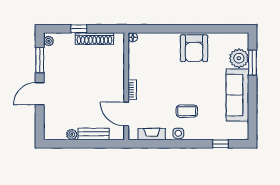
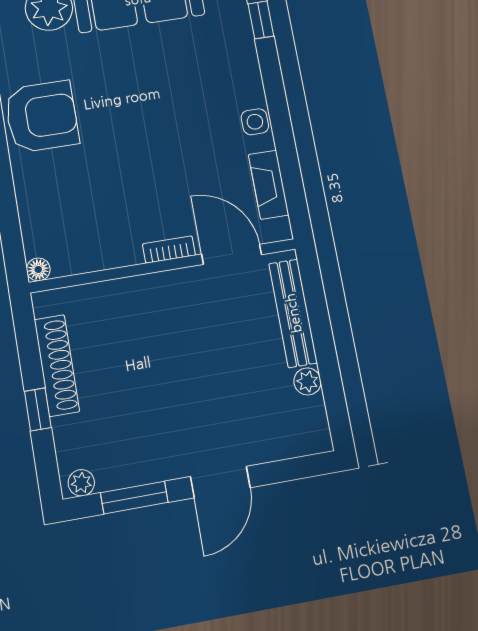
door: (40, 94) -> (220, 482), hinge flipped
coffee table: (187, 111) -> (198, 110), removed
door: (126, 114) -> (232, 254), swing flipped
bench: (94, 134) -> (293, 313), width x1.36

